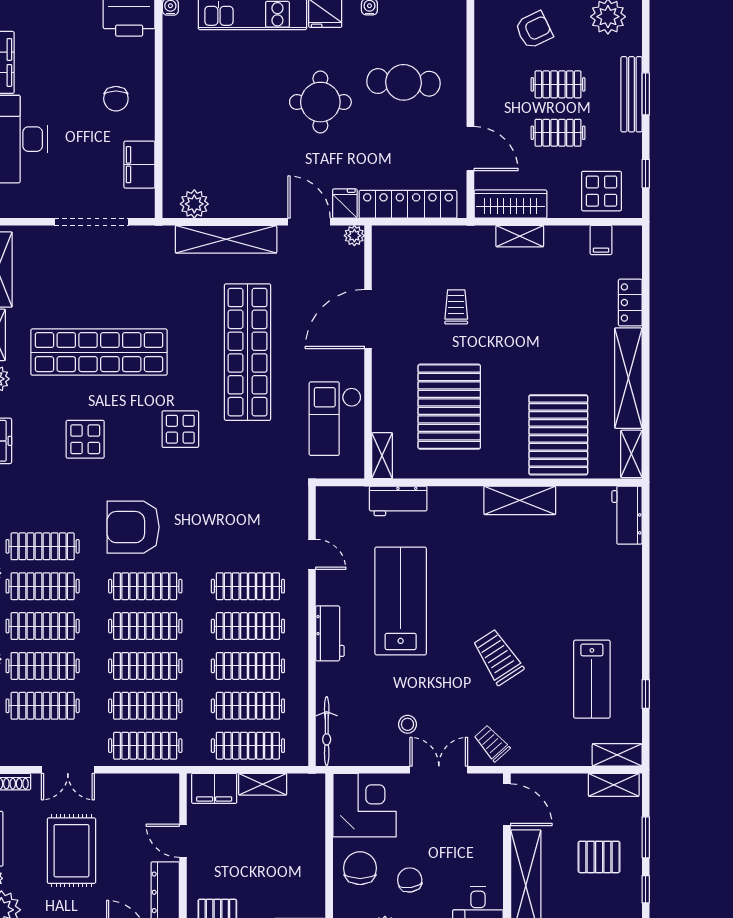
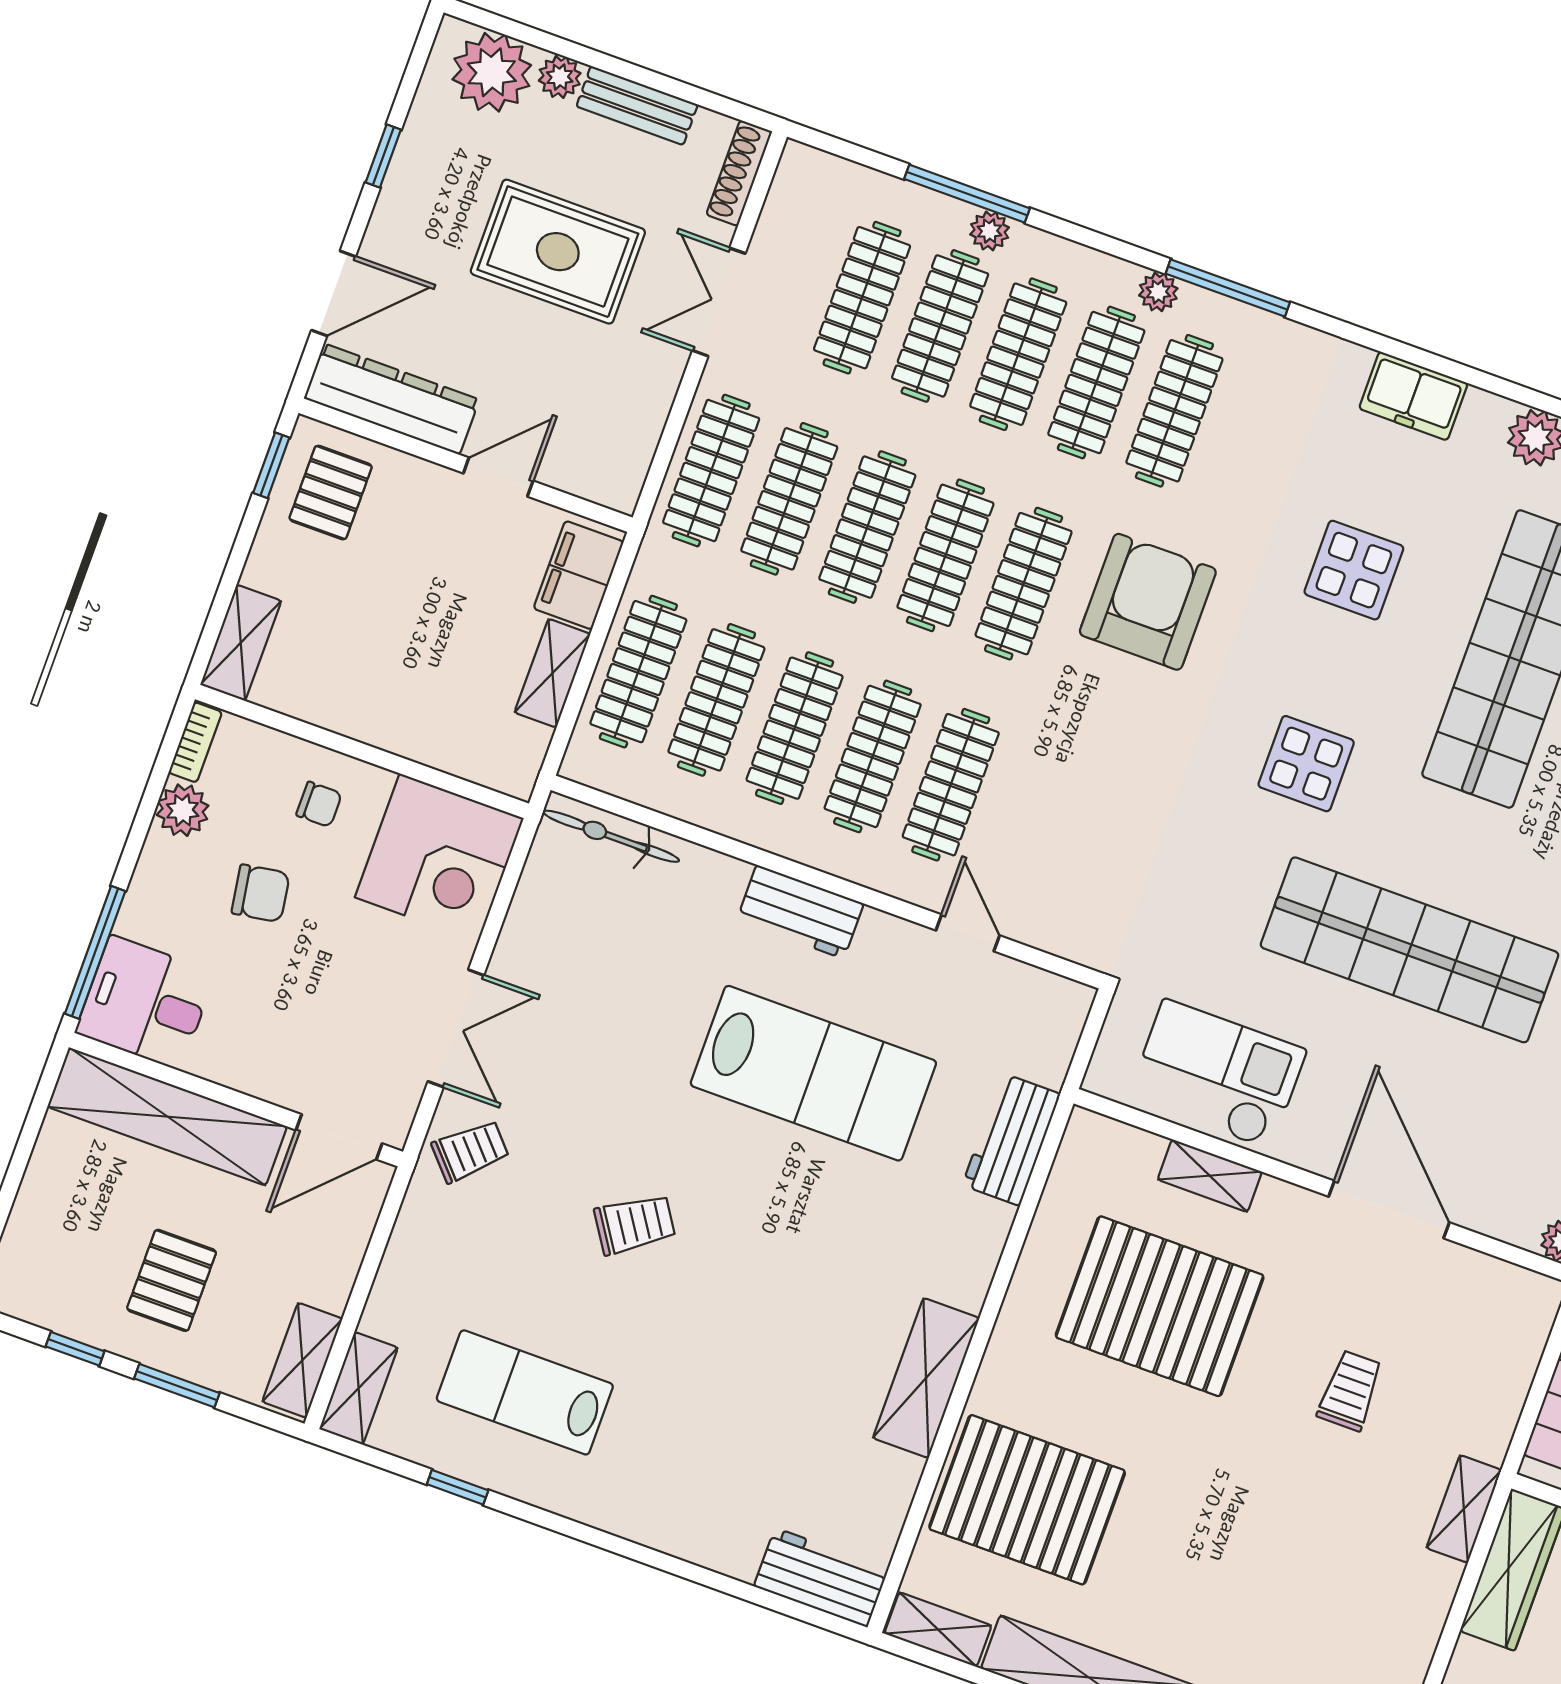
shelving: (520, 236) -> (1464, 1509), moved
trolley: (456, 307) -> (1350, 1391), turned -90
shelving: (382, 456) -> (1210, 1176), moved
door: (312, 554) -> (968, 933), swing flipped
trolley: (498, 657) -> (635, 1224), width x0.73, depth x0.72
stool: (408, 724) -> (567, 999), removed
chair: (360, 868) -> (319, 804), width x0.54, depth x0.54

